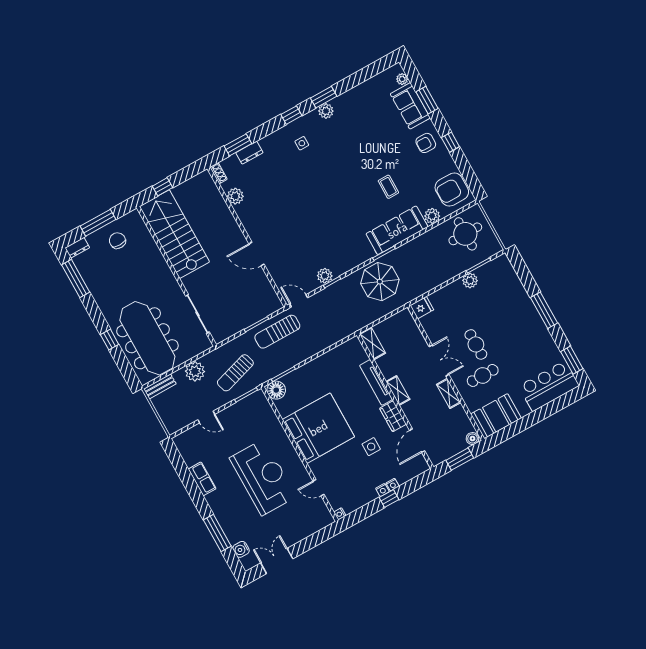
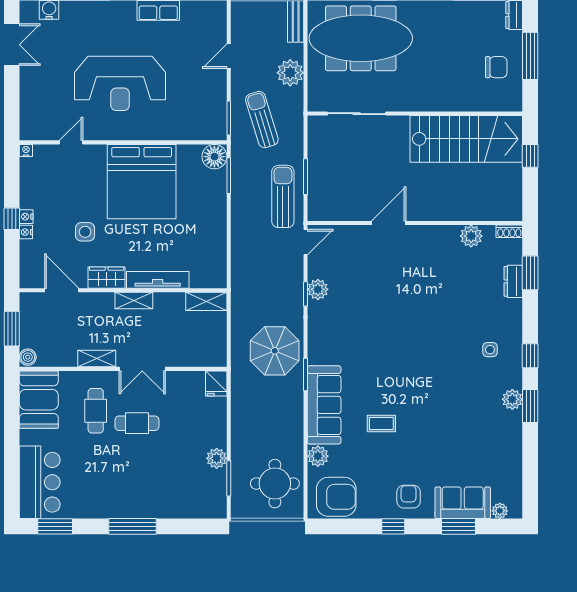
armchair: (452, 190) -> (336, 497), turned 90

